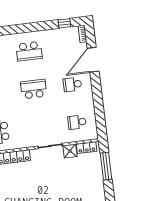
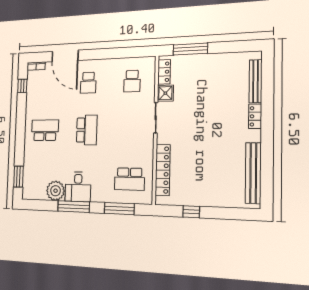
school desk: (29, 51) -> (45, 130), turned -90
school desk: (34, 89) -> (87, 130), turned 180

